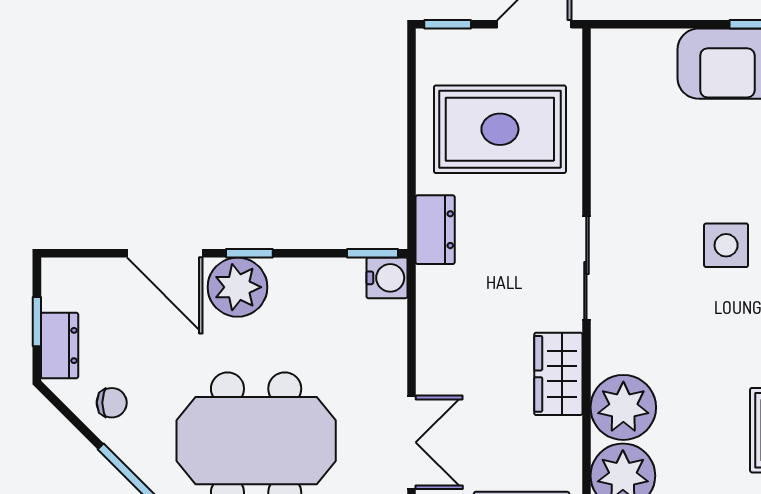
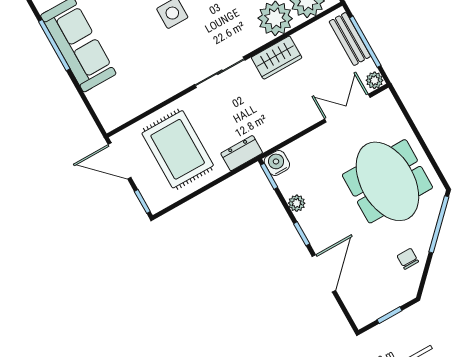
plant: (237, 287) -> (297, 203), moved, width x0.53, depth x0.53
dresser: (60, 345) -> (395, 298), removed

